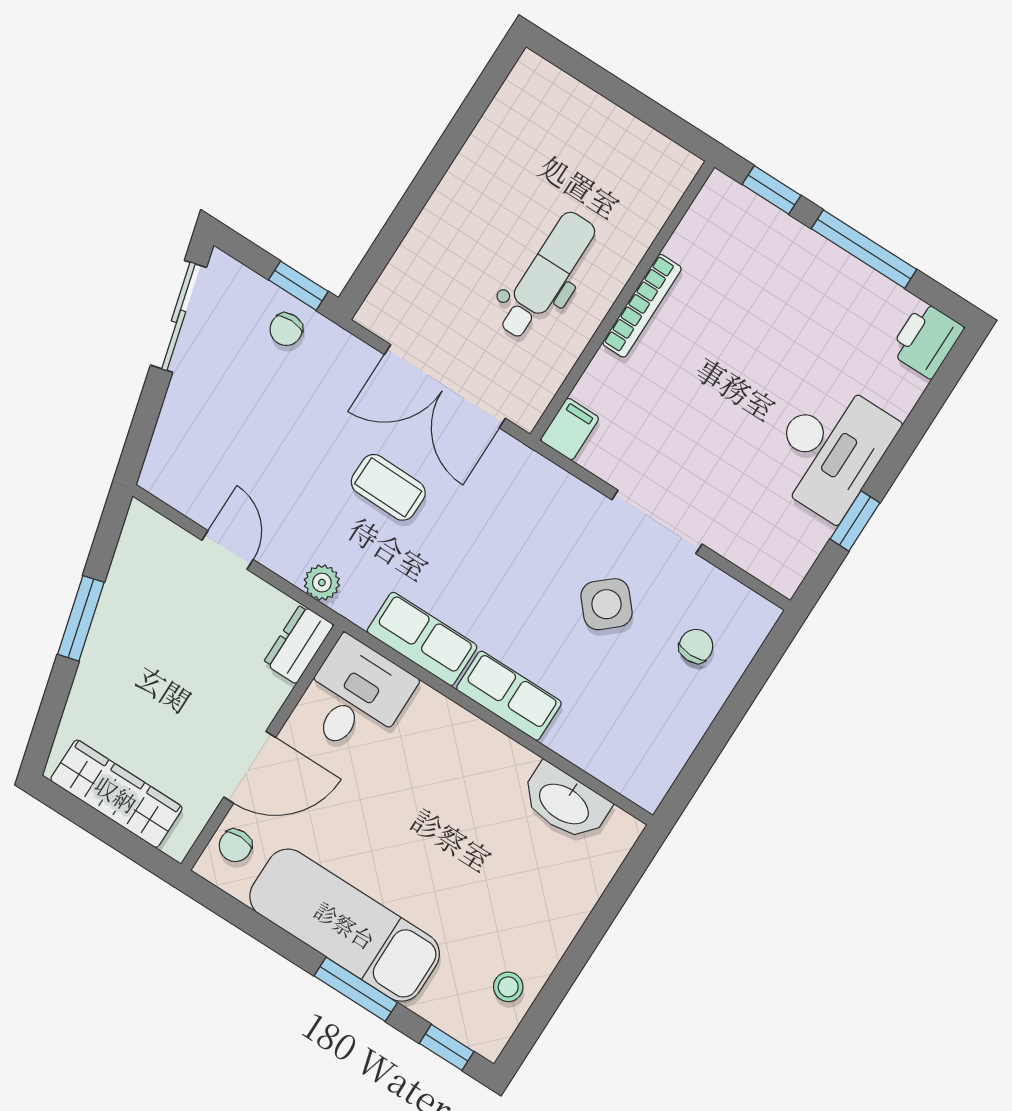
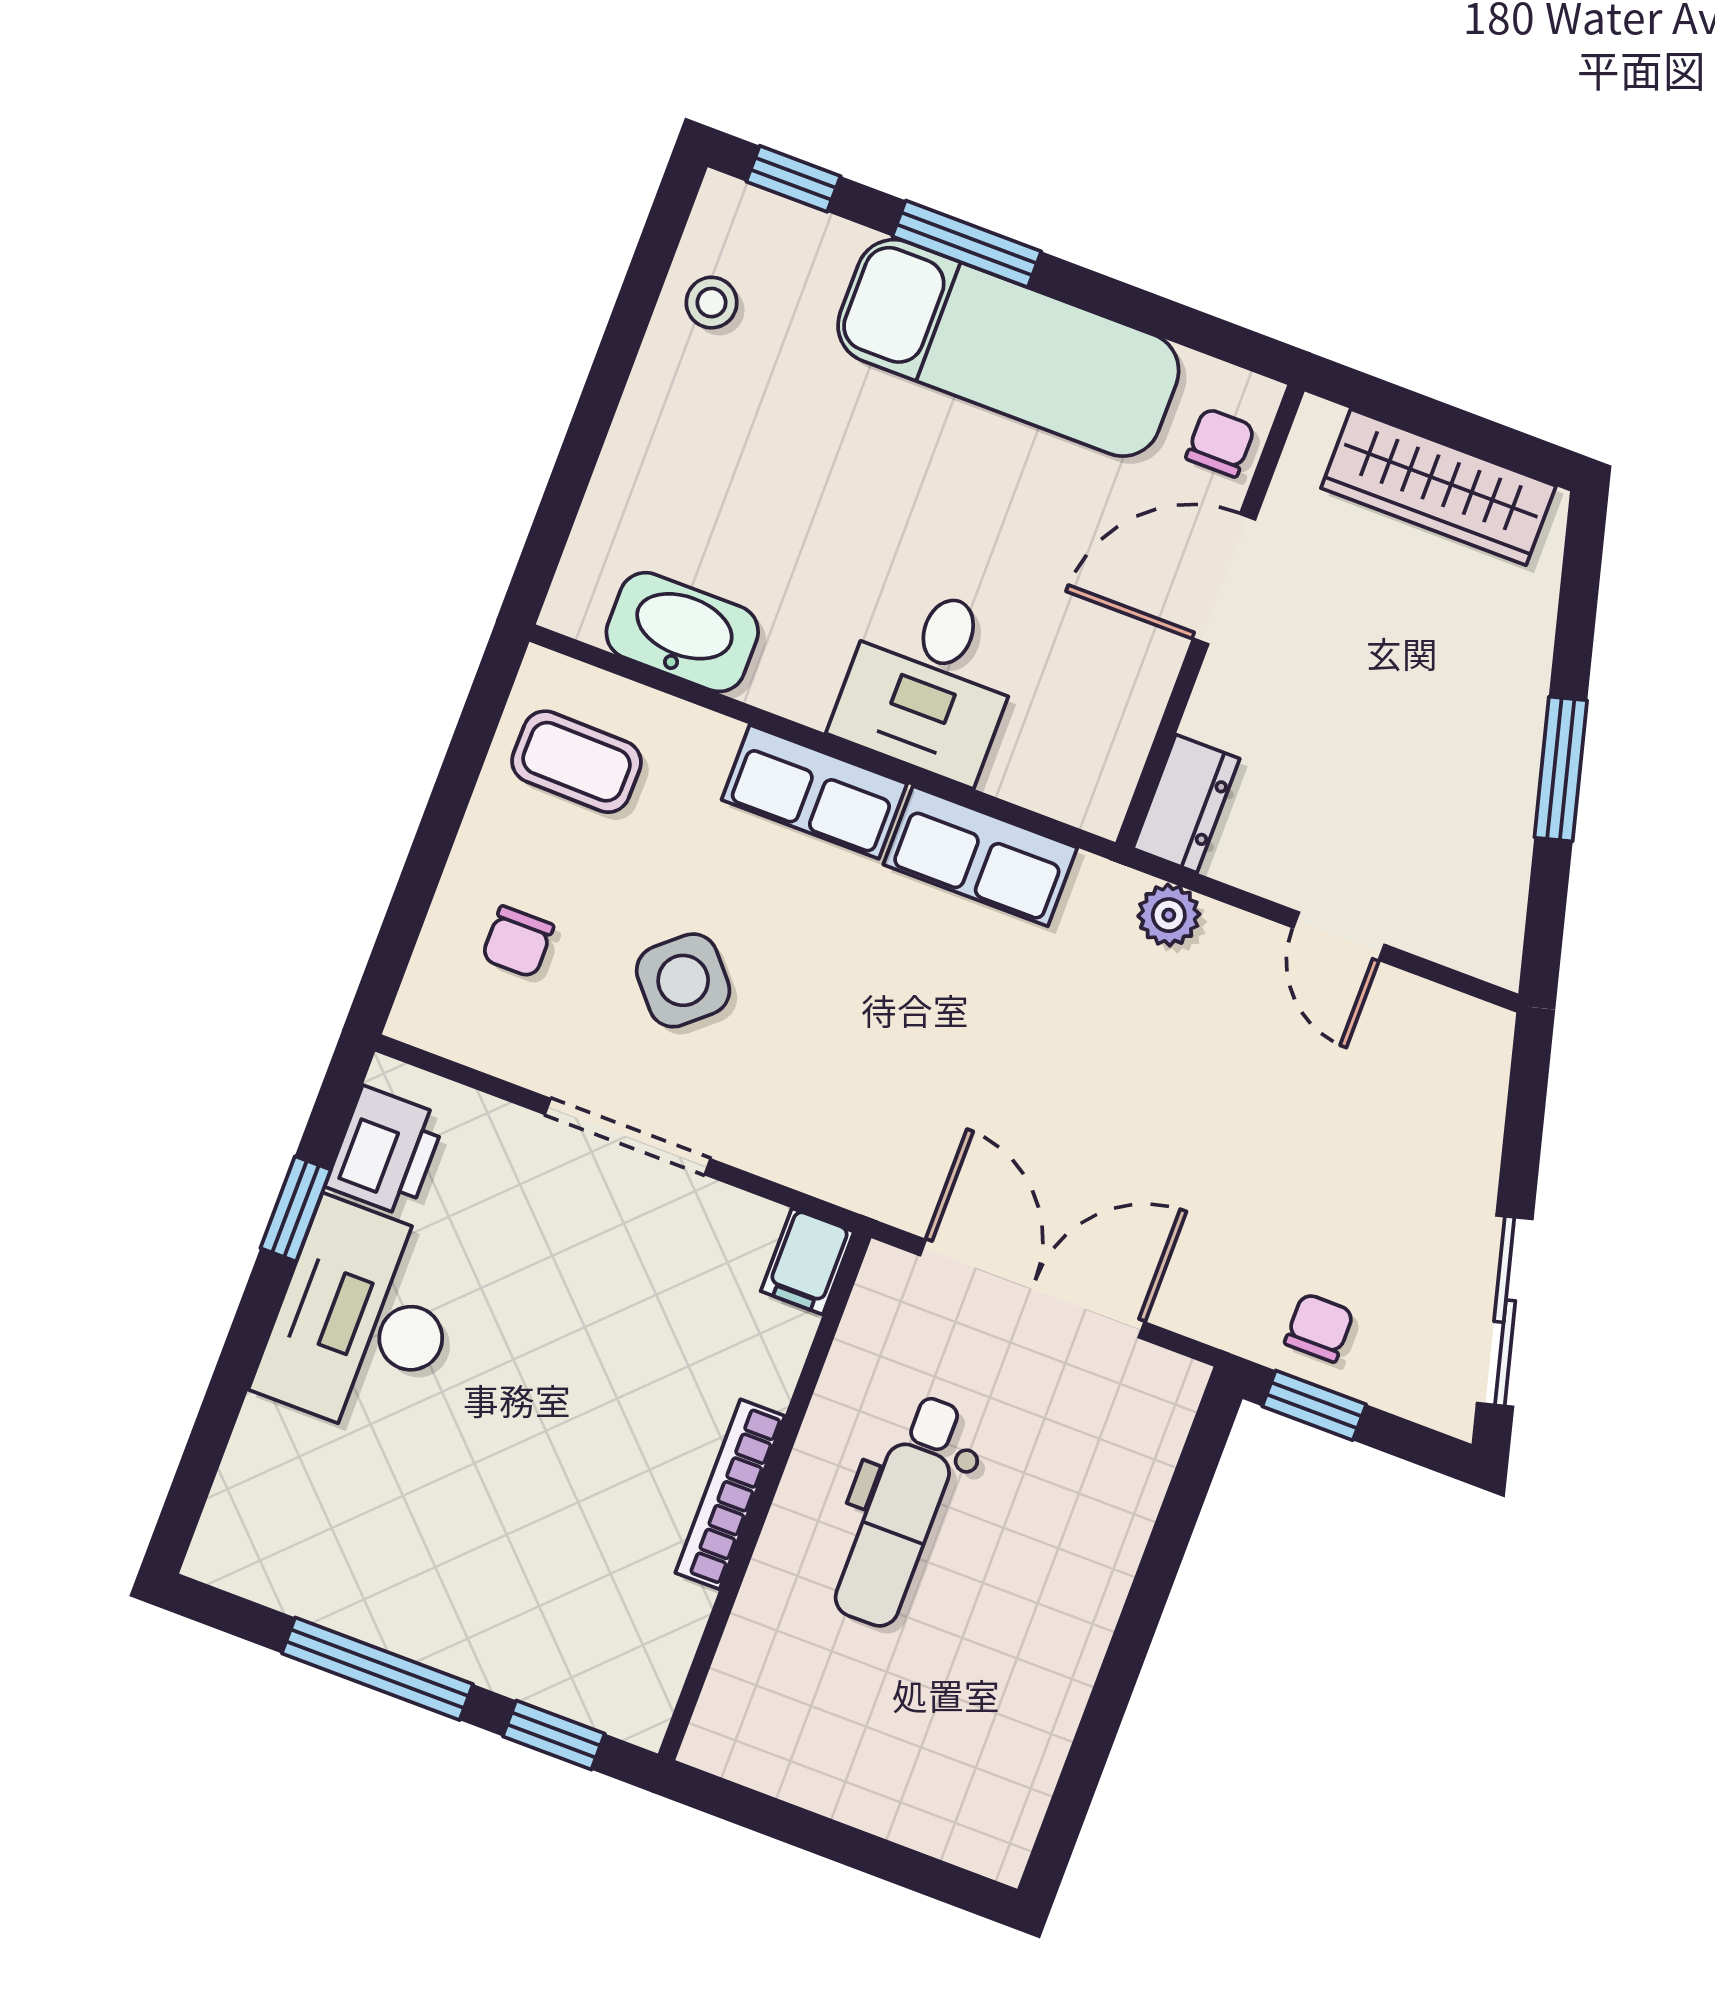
printer: (926, 340) -> (386, 1151), moved
coffee table: (388, 487) -> (576, 762), moved
desk: (356, 697) -> (930, 681), moved

